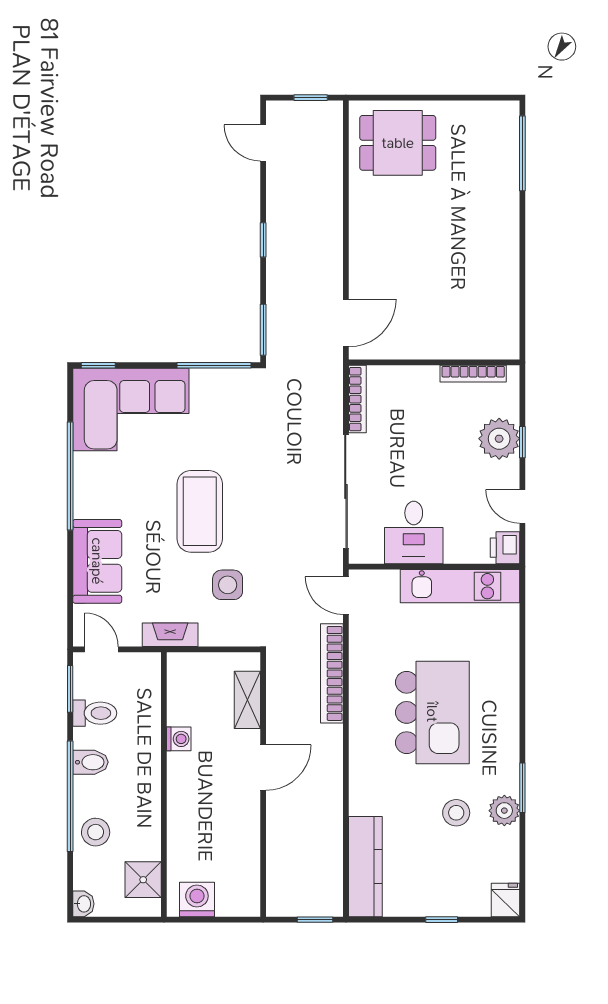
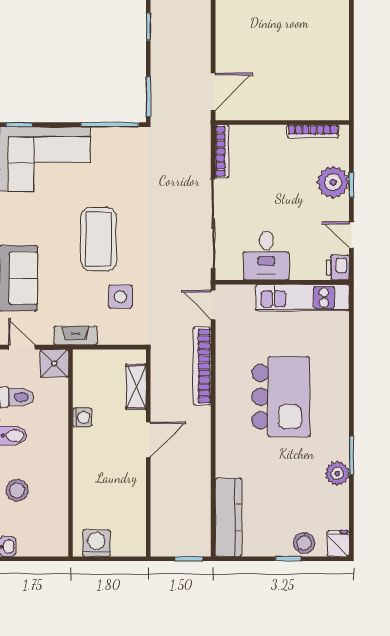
stool: (456, 813) -> (304, 543), moved
shower: (143, 880) -> (54, 363), moved

